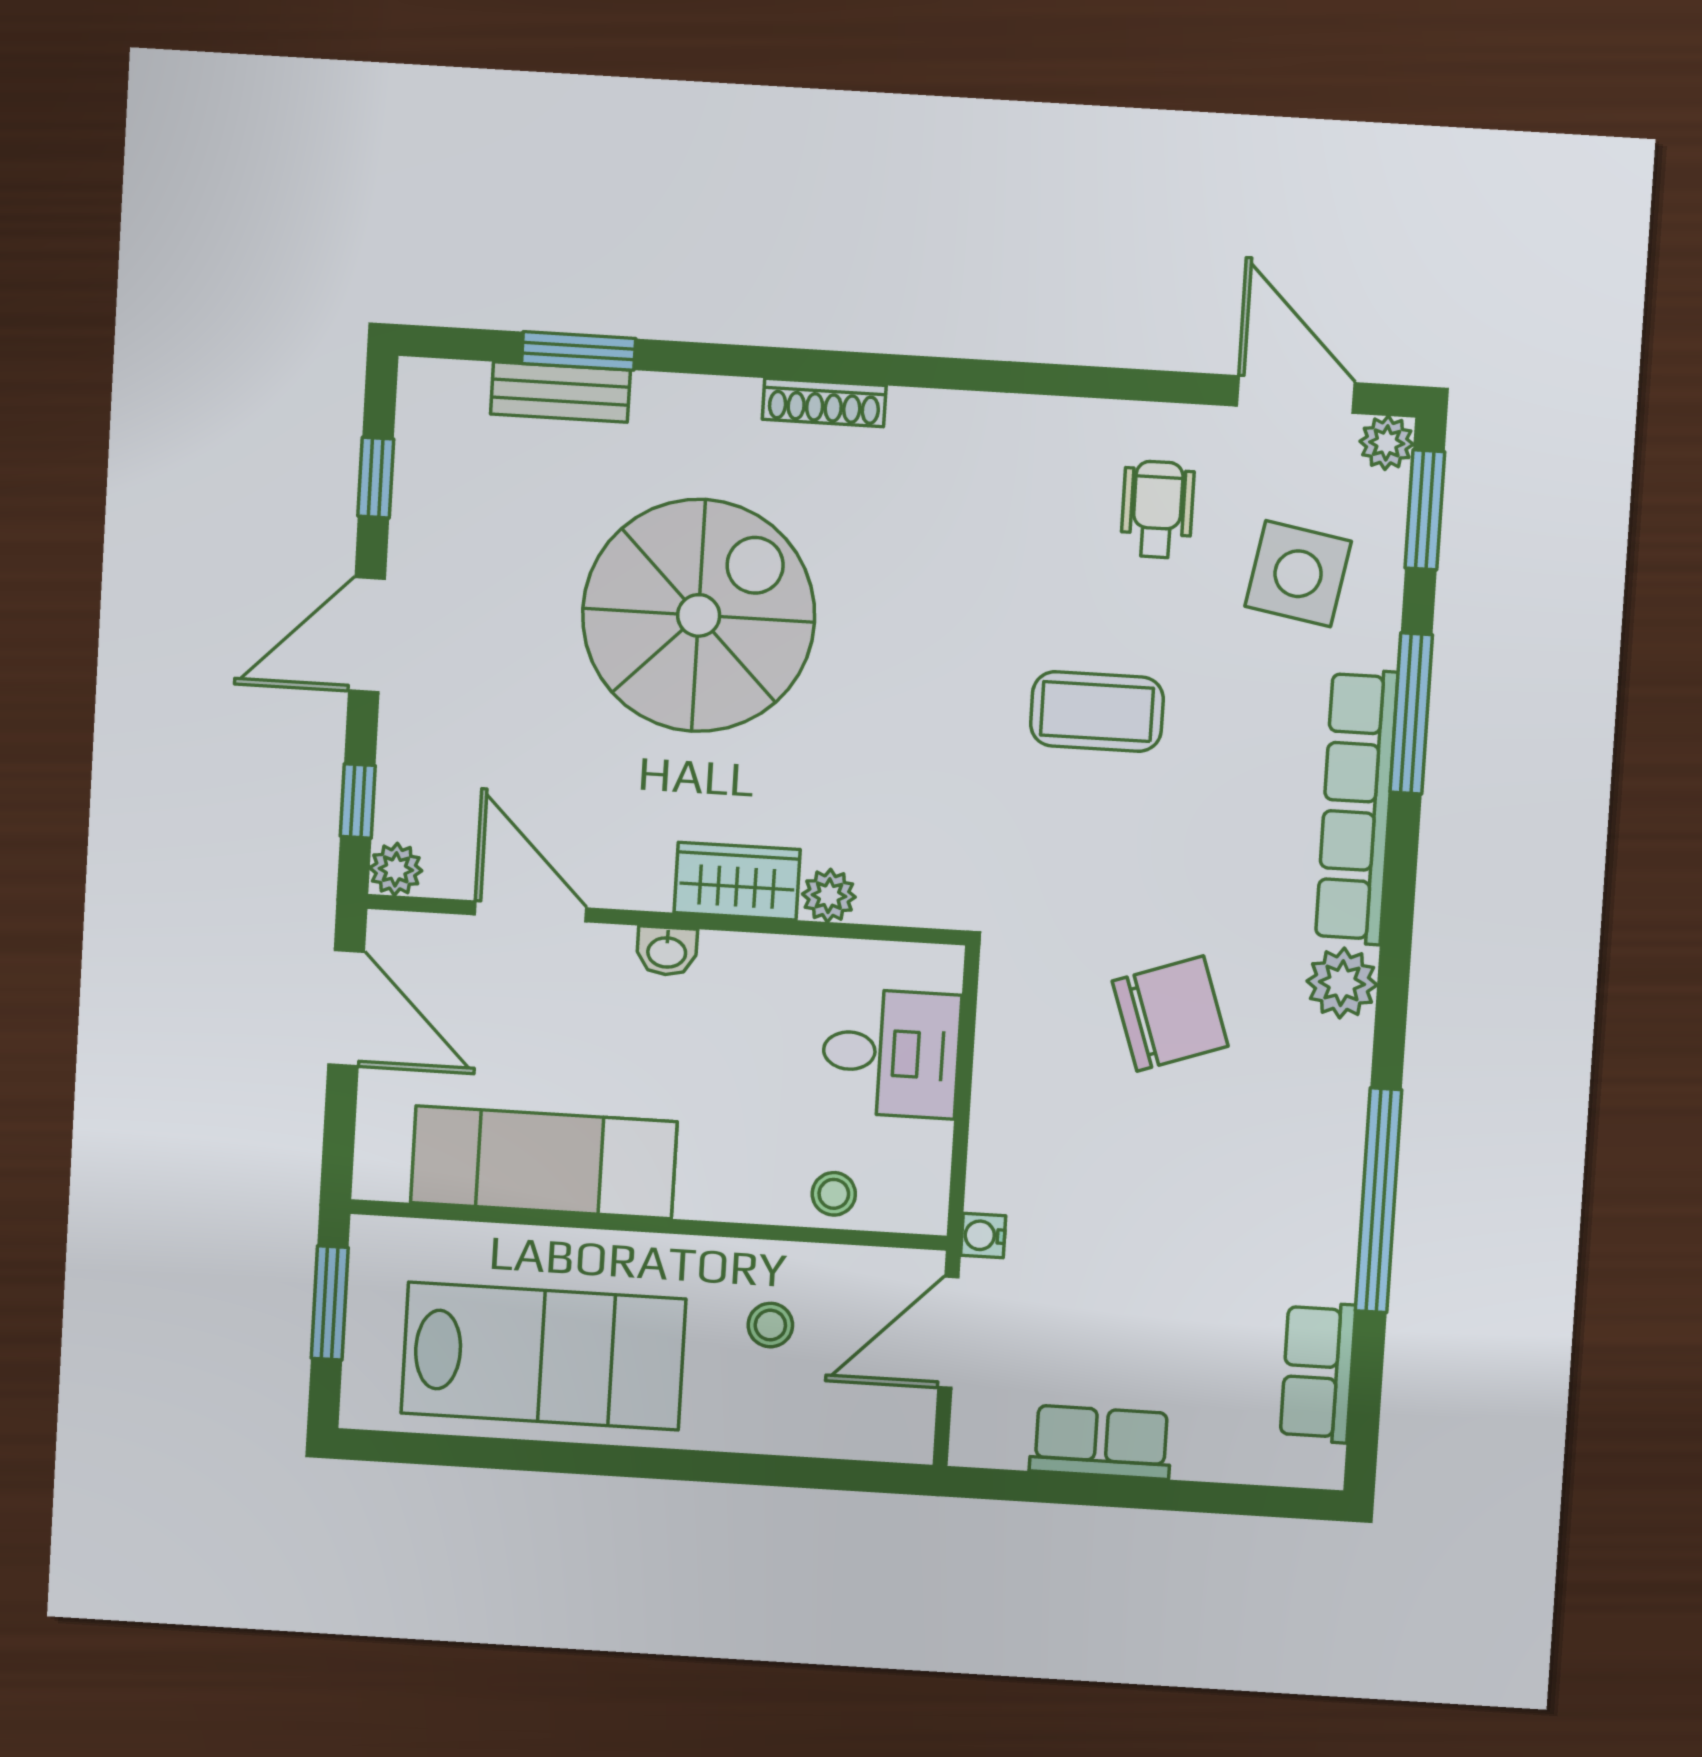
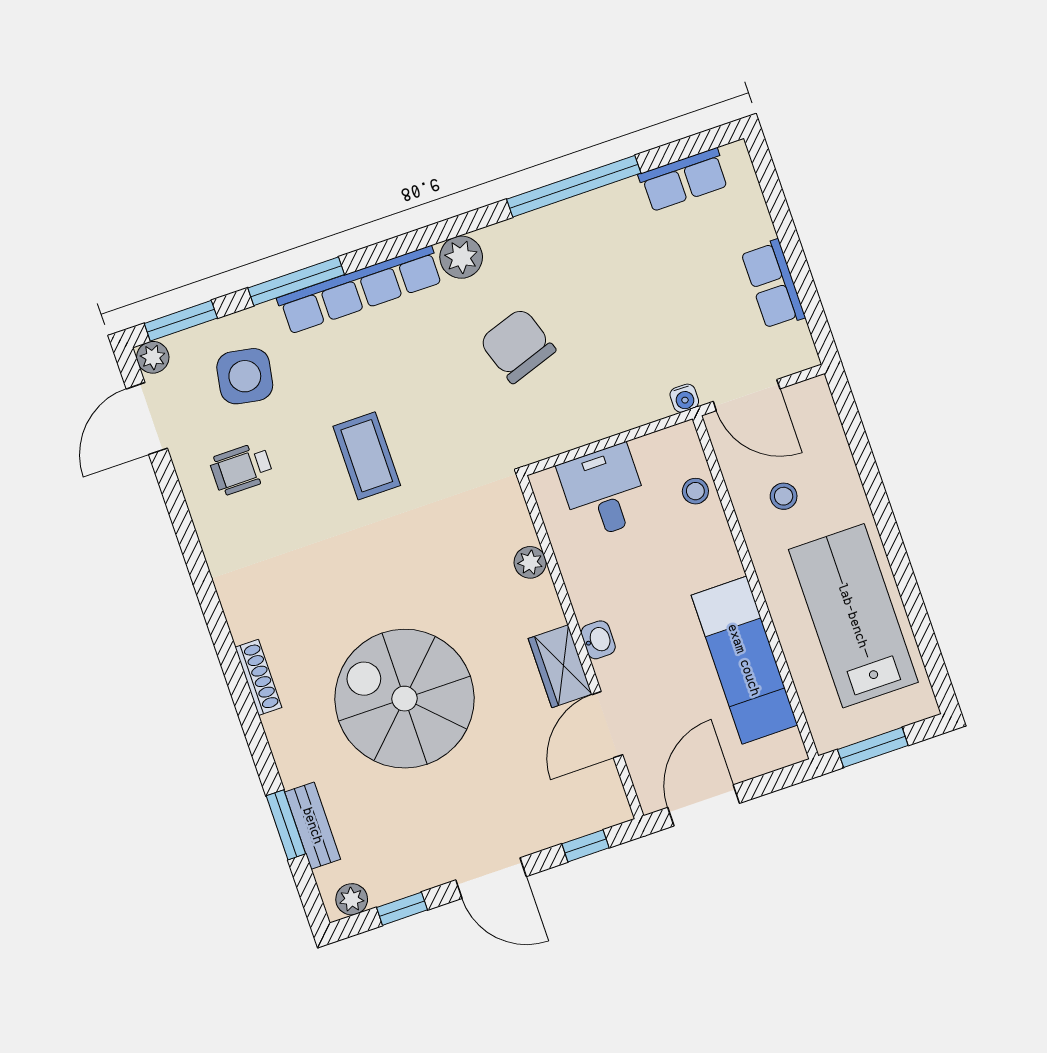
plant: (396, 869) -> (352, 899), moved
wardrobe: (737, 881) -> (560, 666), moved

